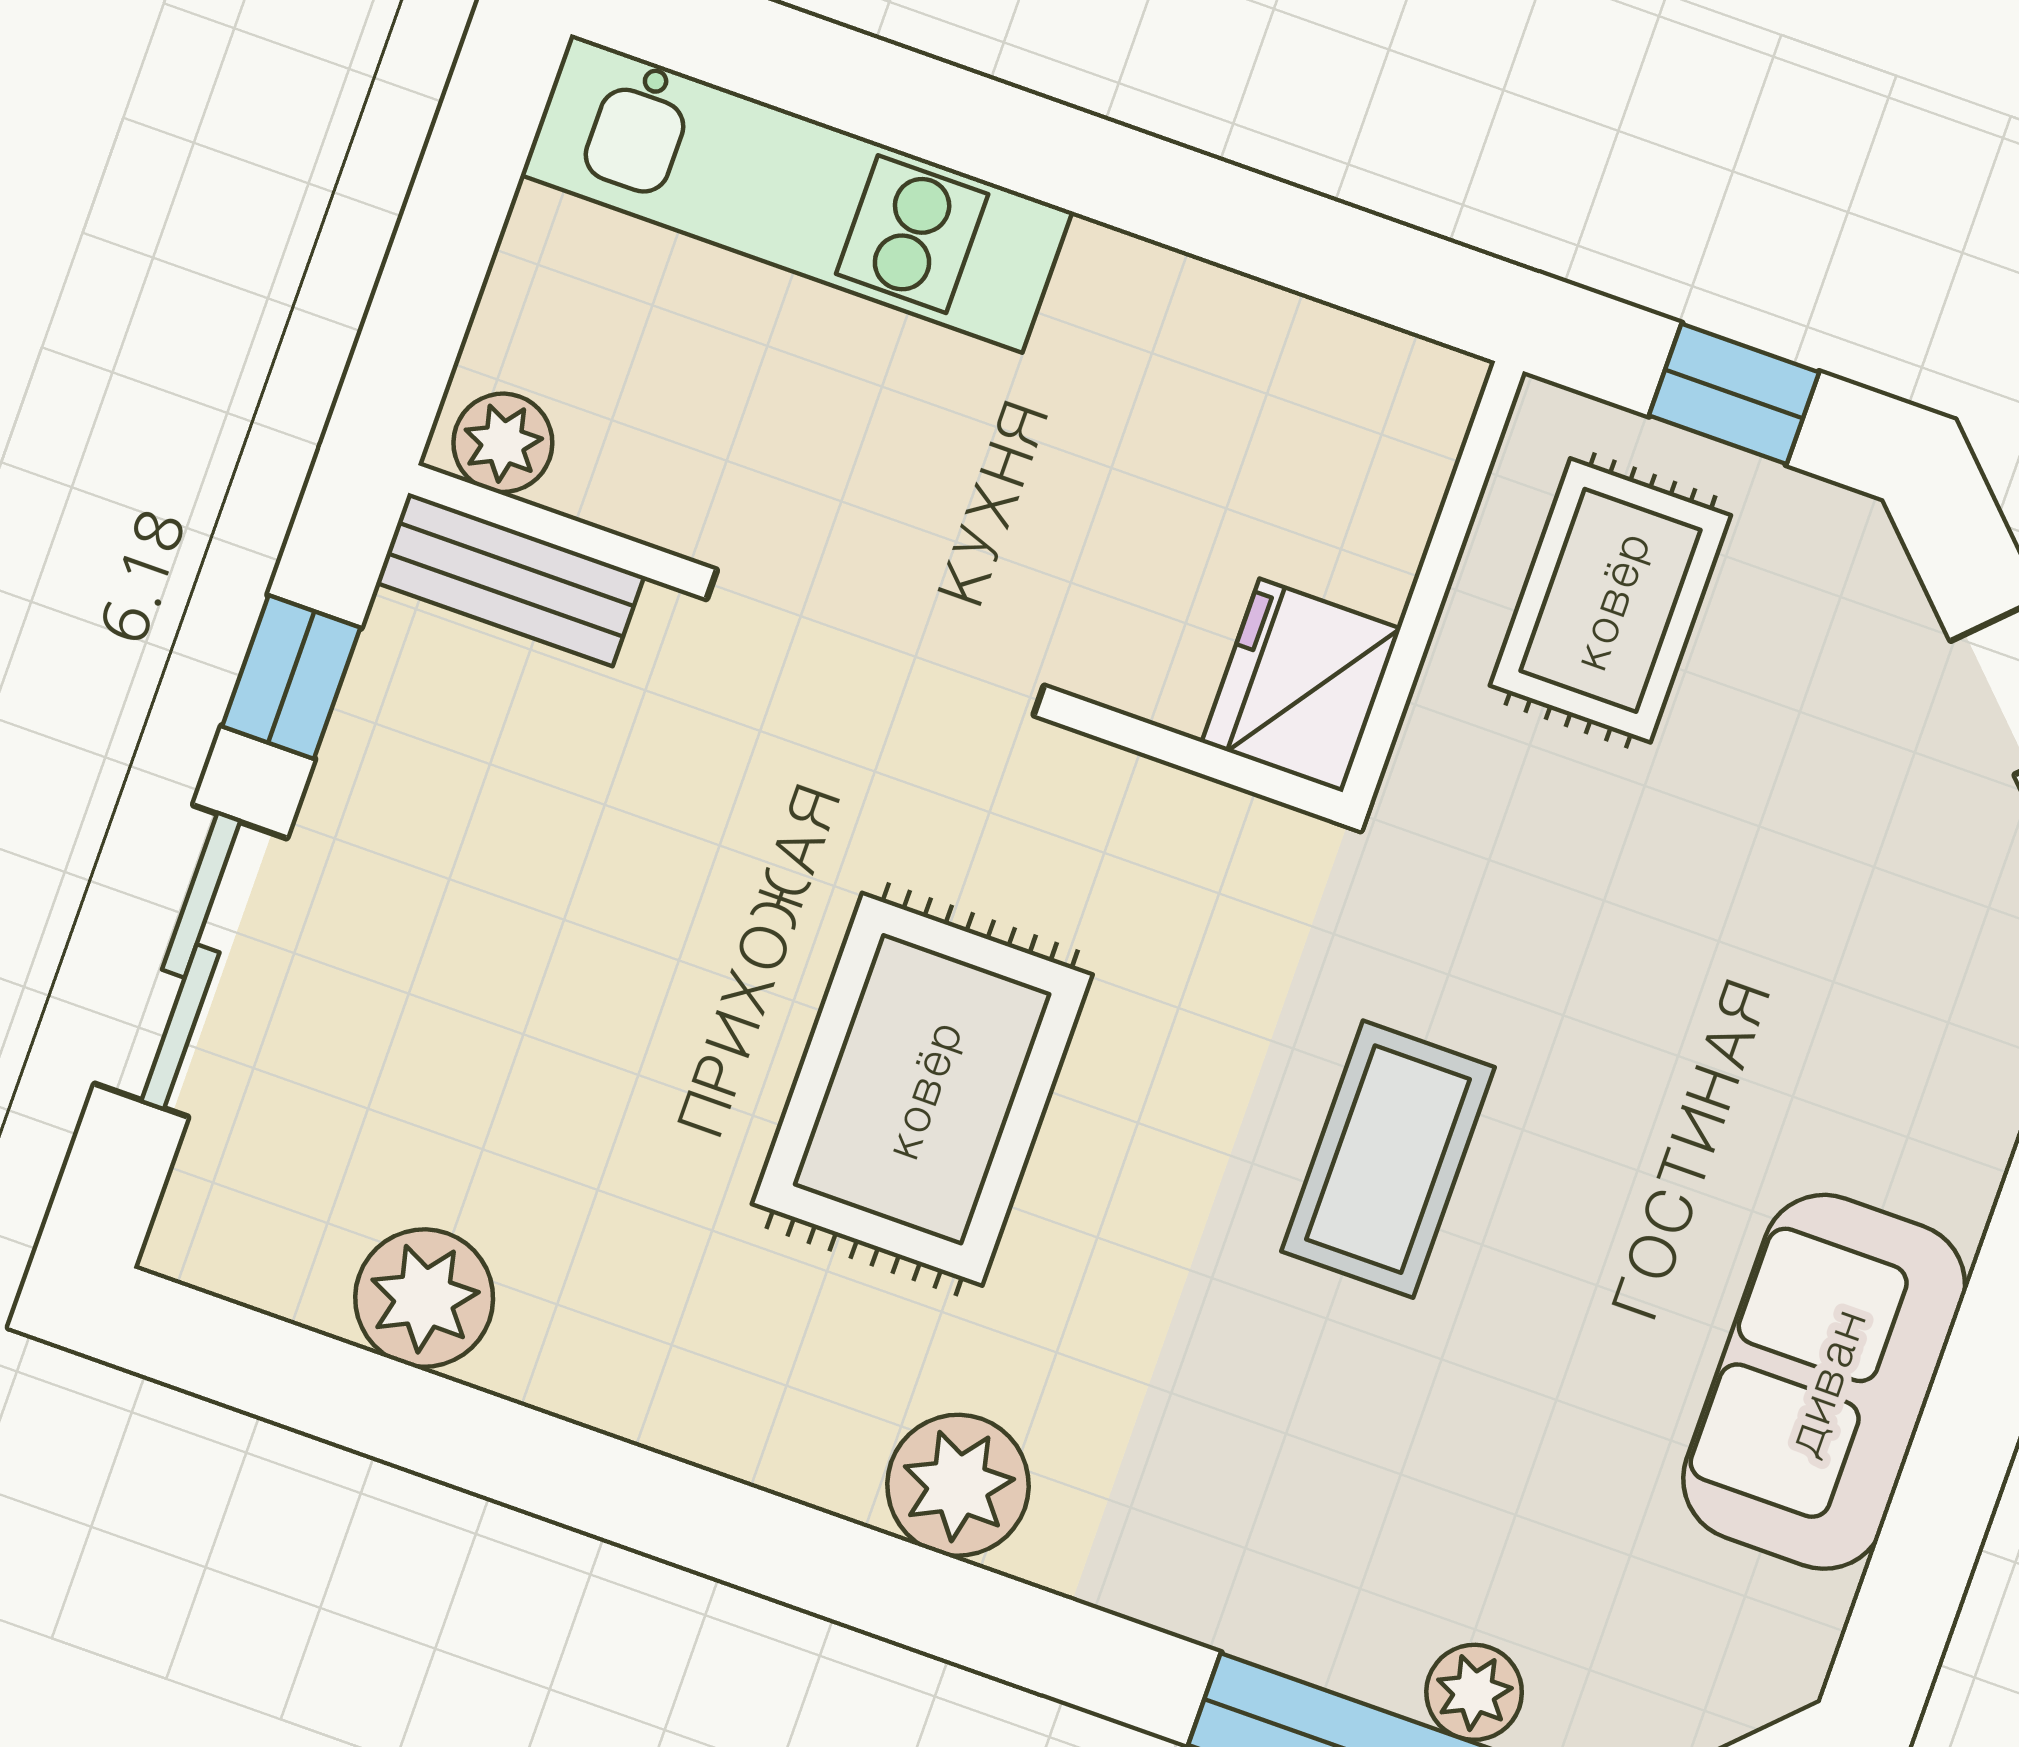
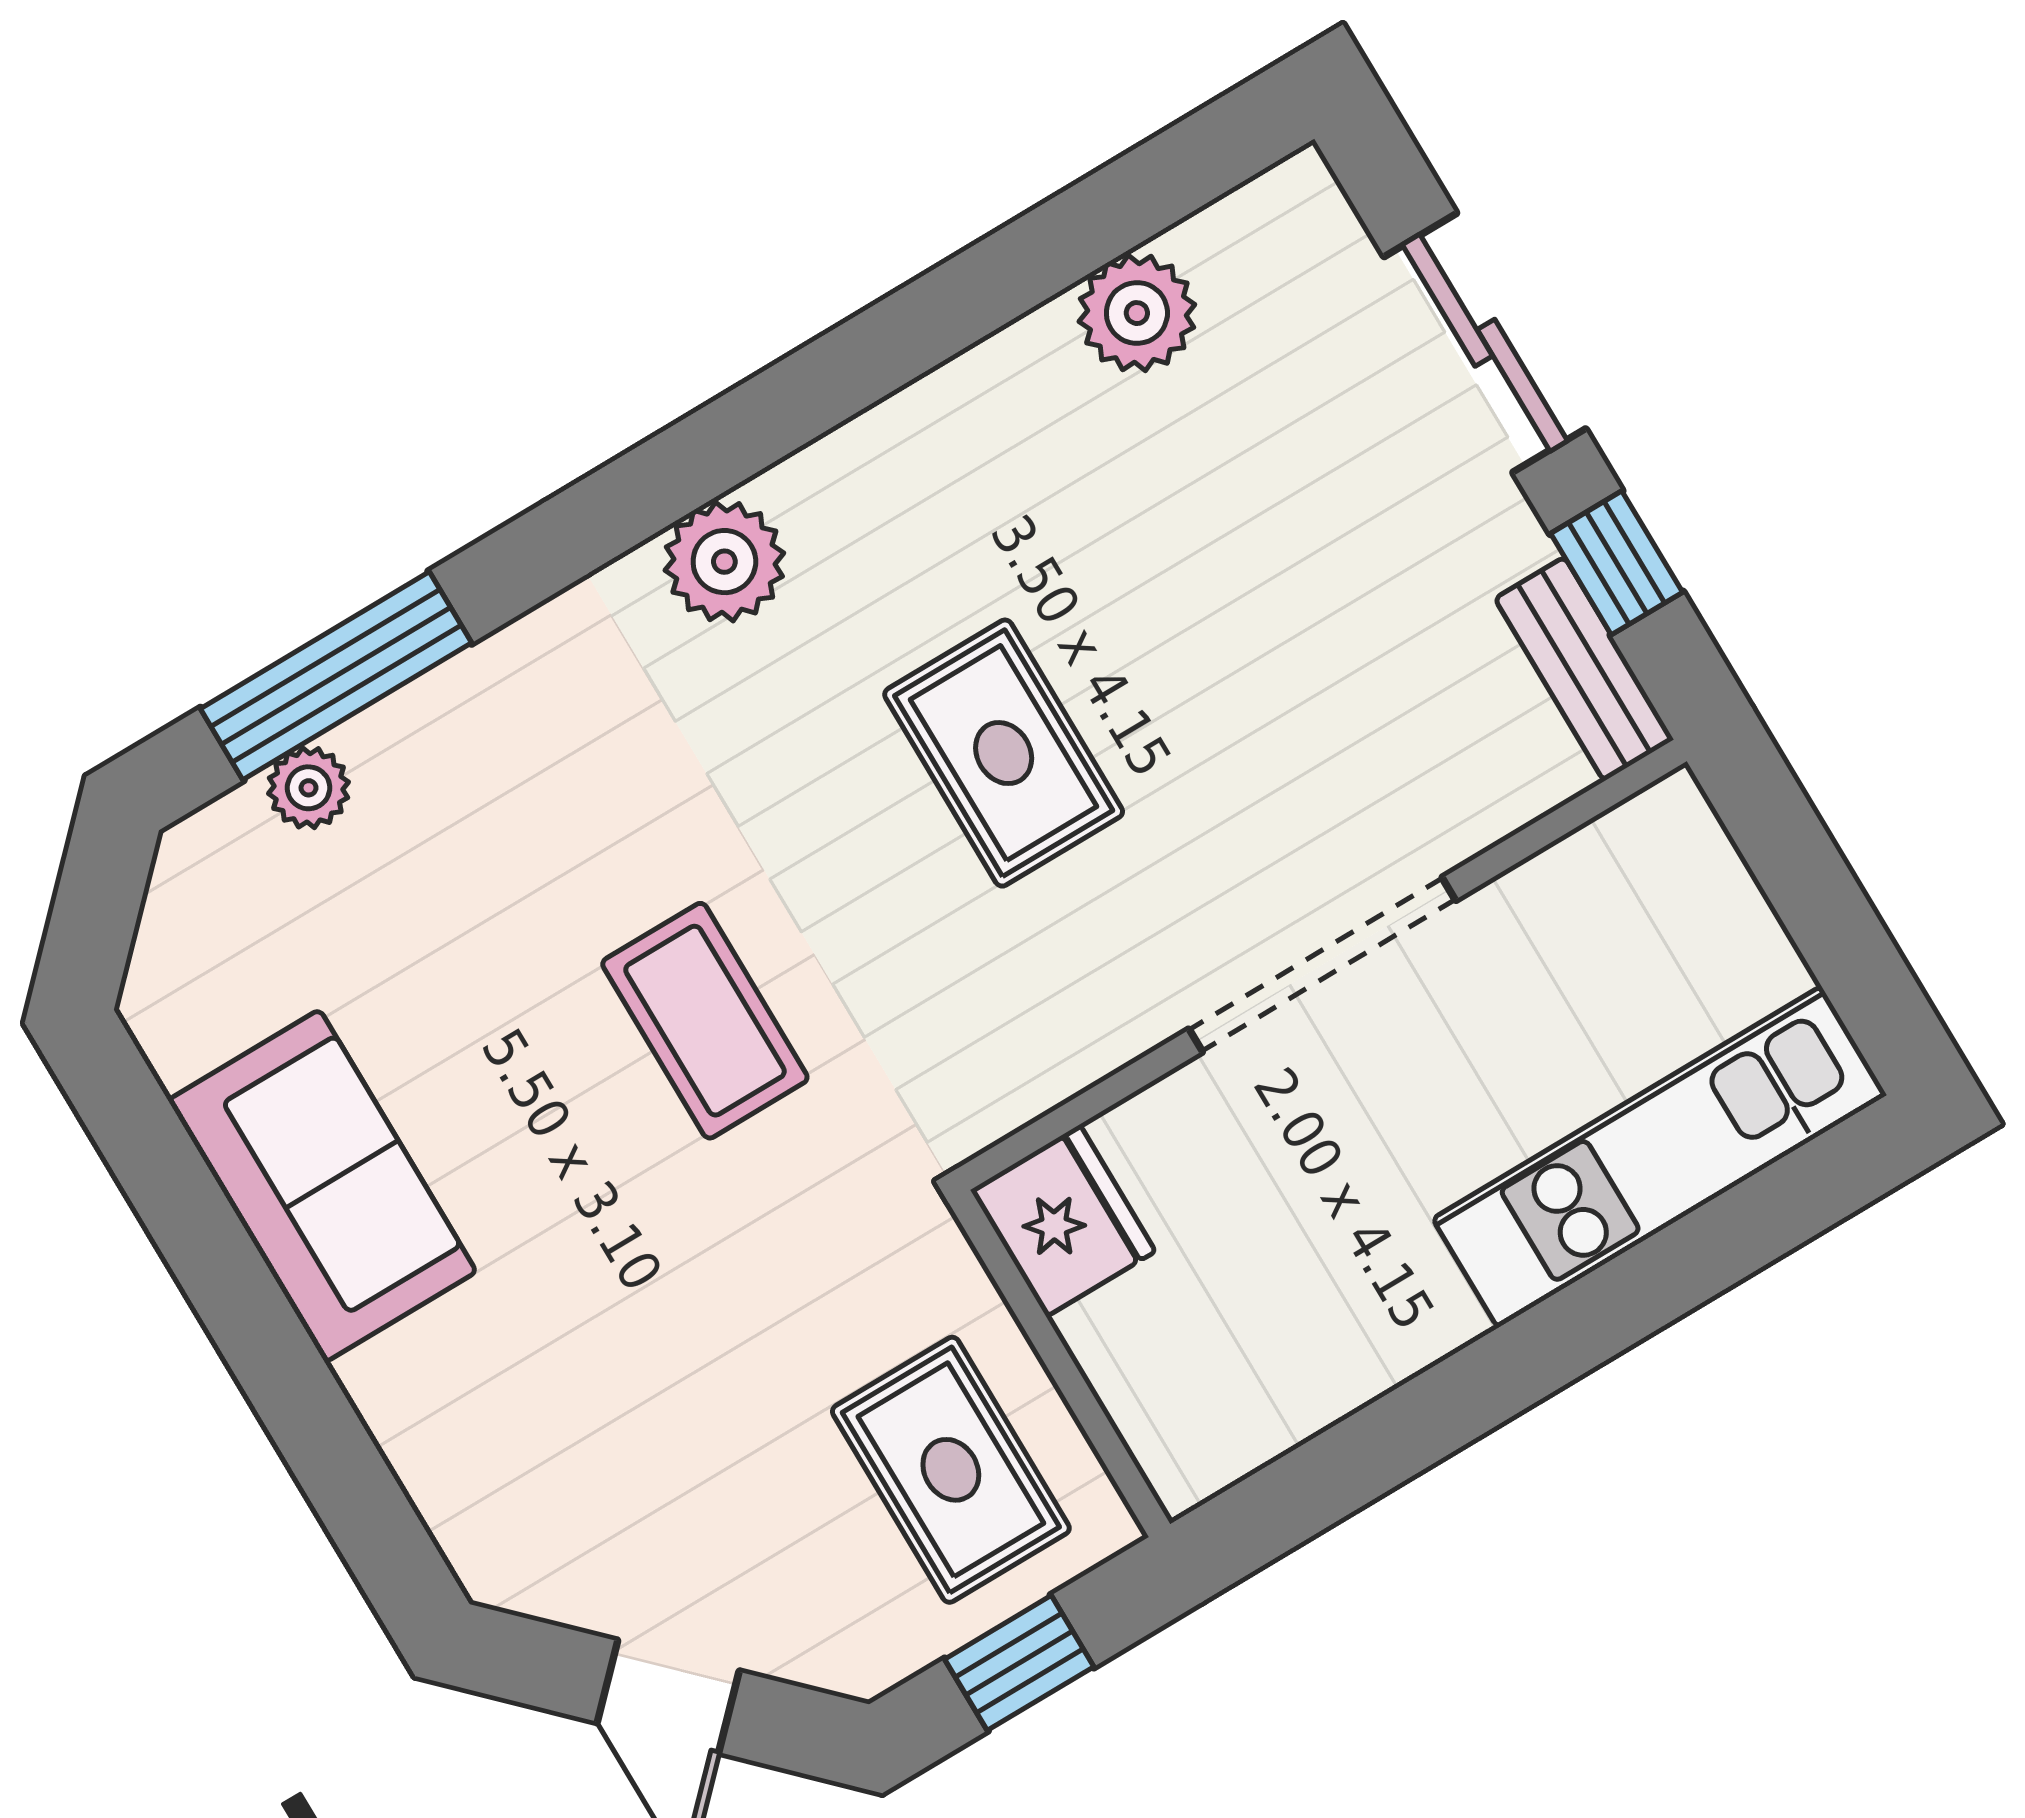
plant: (503, 443) -> (1655, 829), removed
bench: (510, 580) -> (1584, 669), moved, turned 90
rug: (922, 1089) -> (1004, 753), width x0.73, depth x0.70

